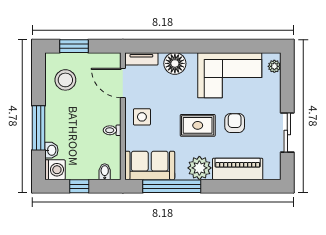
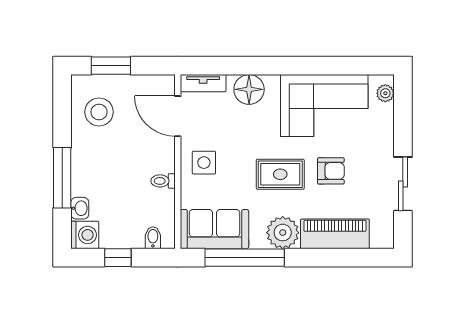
armchair: (235, 123) -> (331, 171), turned 90

